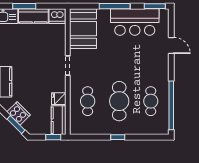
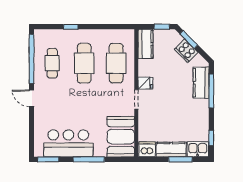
door: (171, 46) -> (31, 98), moved
fridge: (59, 99) -> (145, 83), moved
cafe table: (88, 101) -> (116, 63), width x1.37, depth x1.35
window: (53, 137) -> (162, 27), moved
window: (118, 137) -> (71, 27), moved

